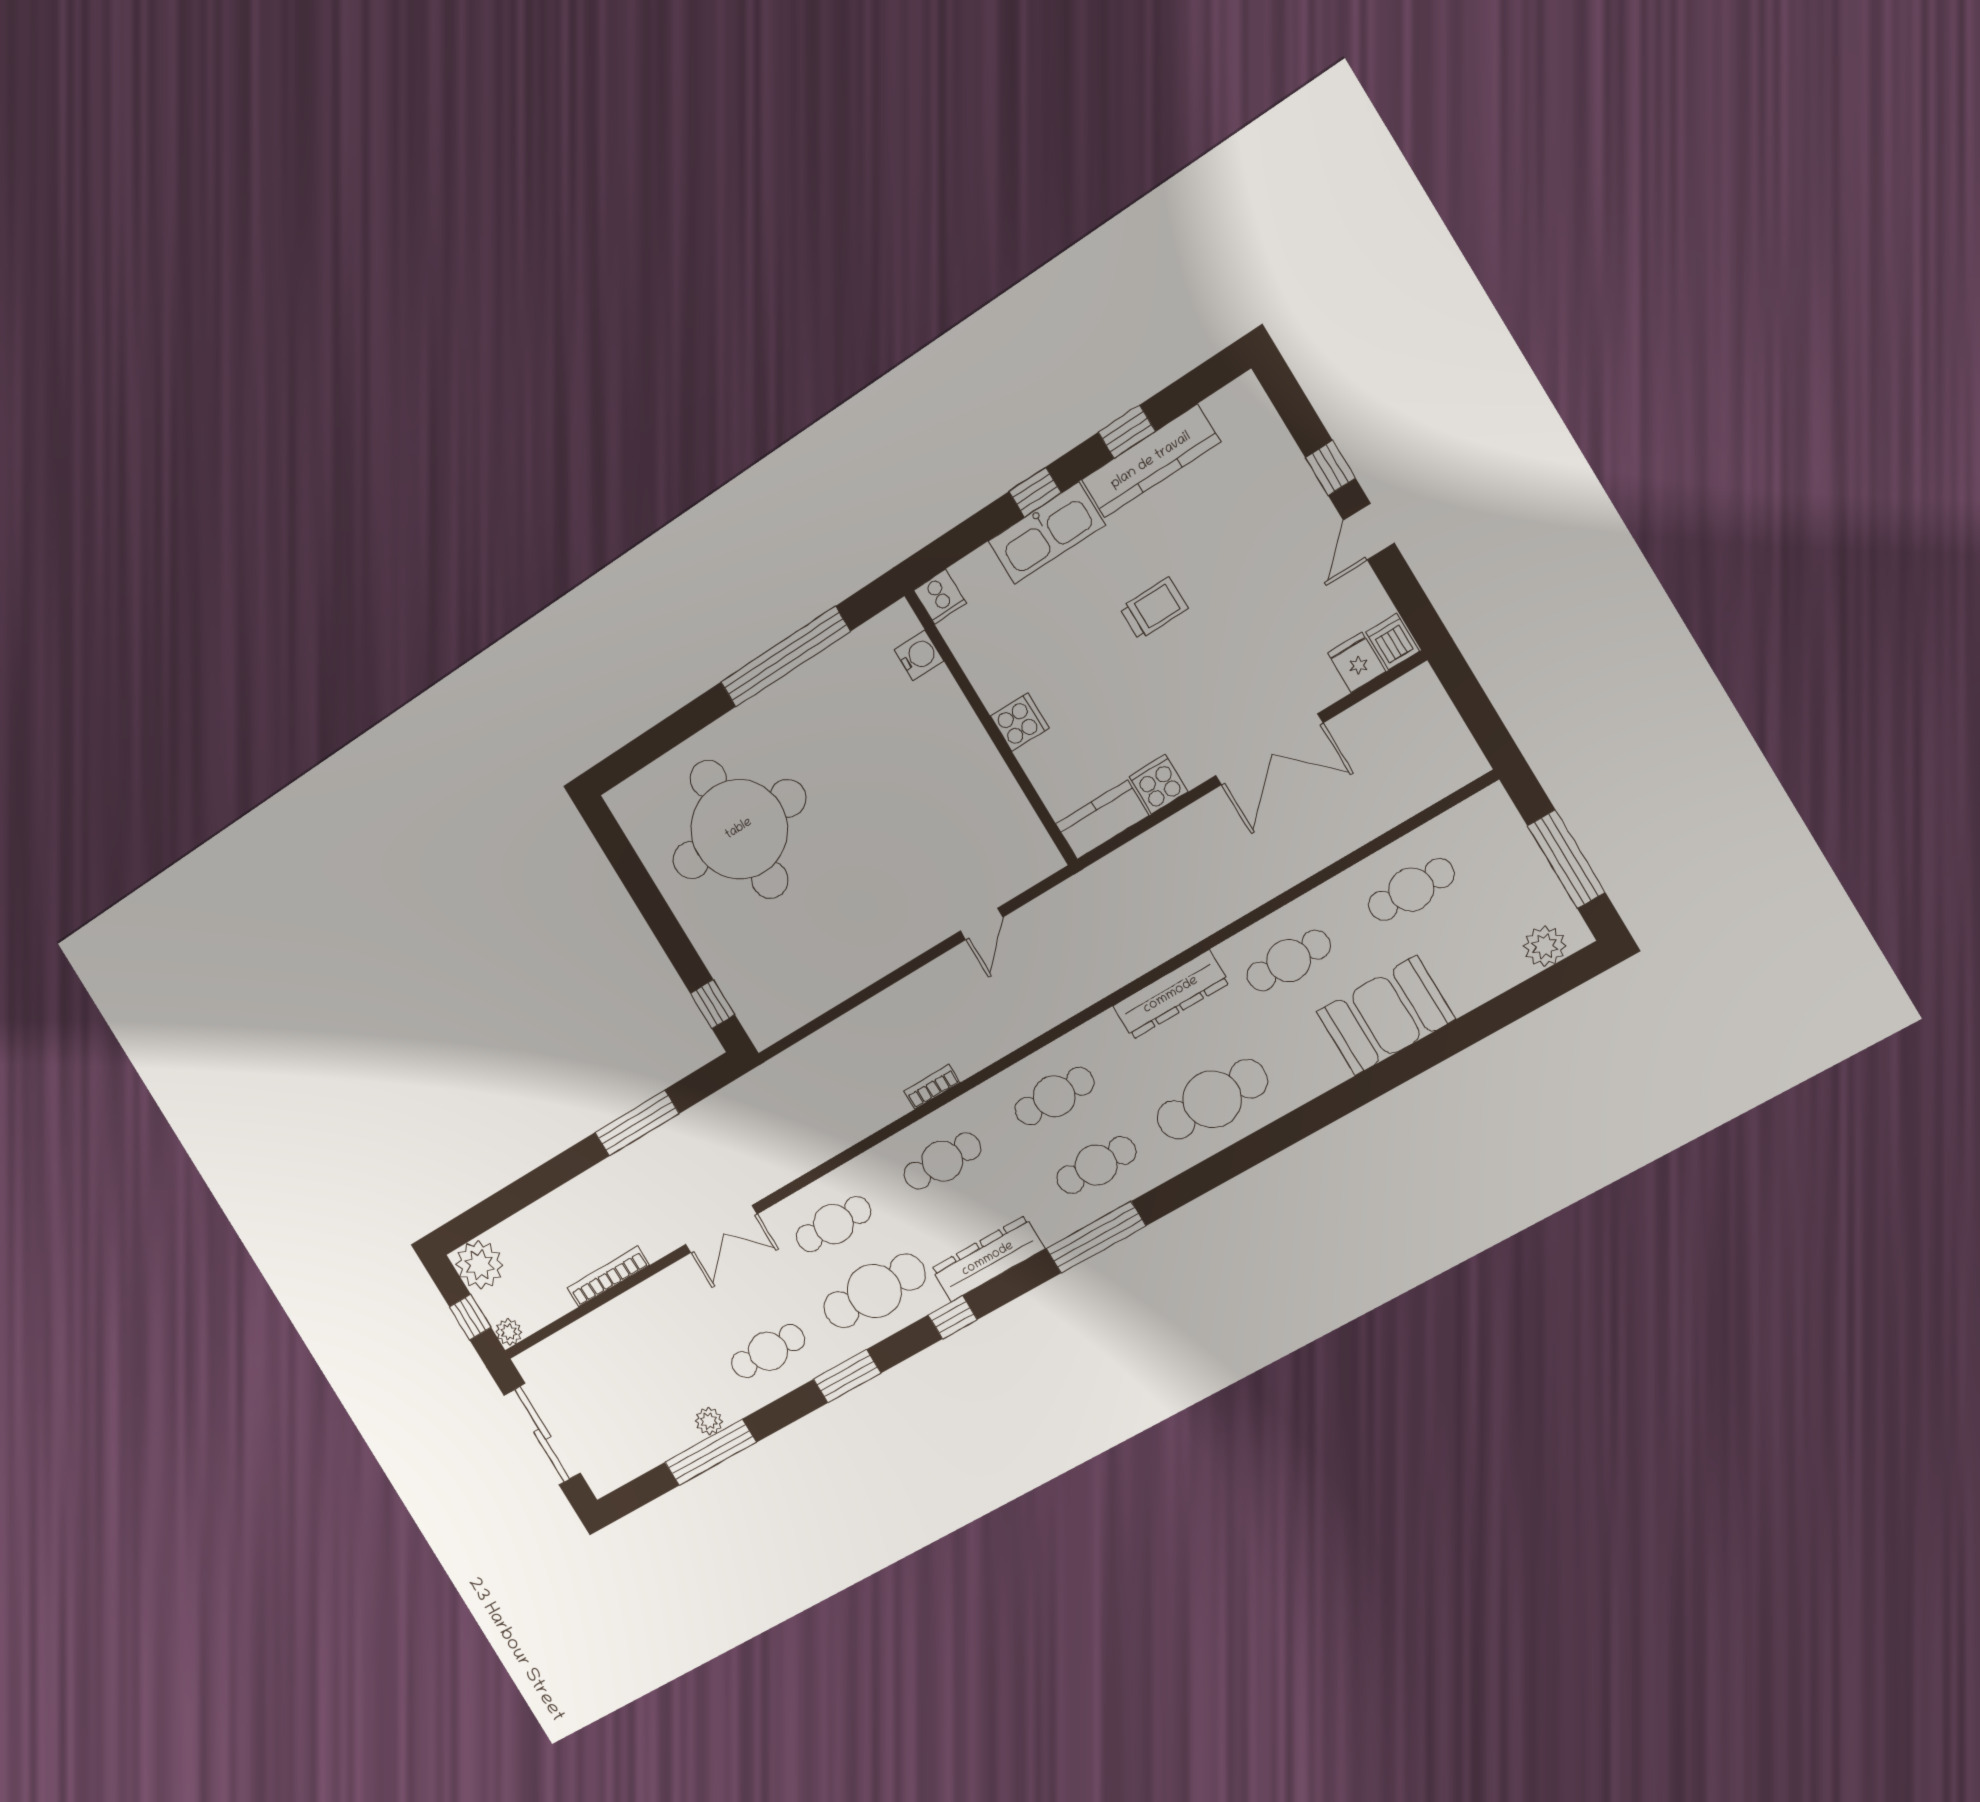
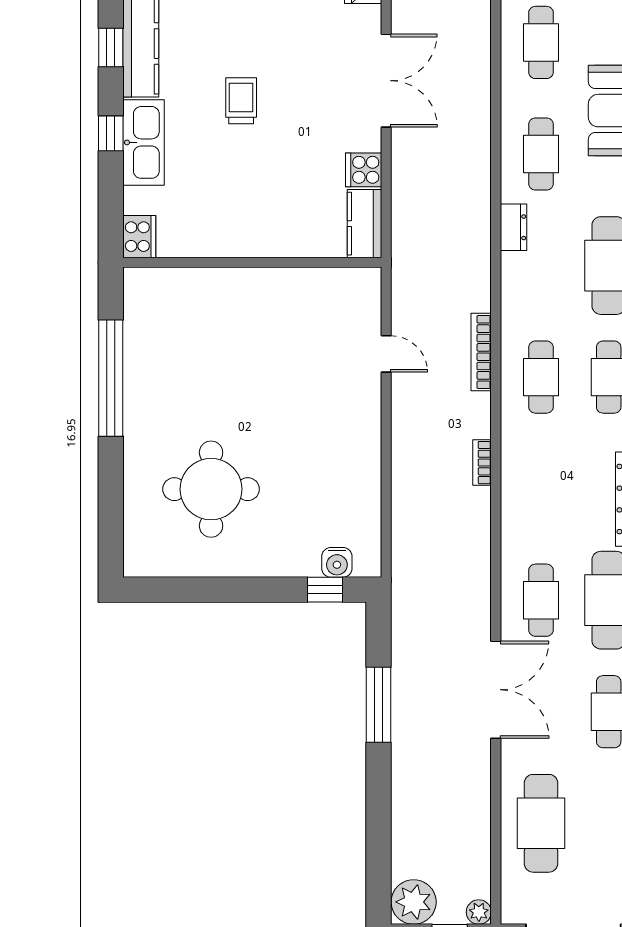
cooker: (940, 597) -> (139, 237), width x1.36
water cooler: (919, 655) -> (337, 562), moved, turned 180
cooker: (1020, 722) -> (261, 240), removed
round table: (739, 829) -> (211, 489), width x0.73, depth x0.73
dresser: (1171, 995) -> (513, 227), width x0.51, depth x0.80
cafe table: (942, 1161) -> (541, 823), moved, width x1.37, depth x1.35
double door: (721, 1229) -> (496, 690), width x1.37
bookcase: (608, 1277) -> (481, 352), moved

